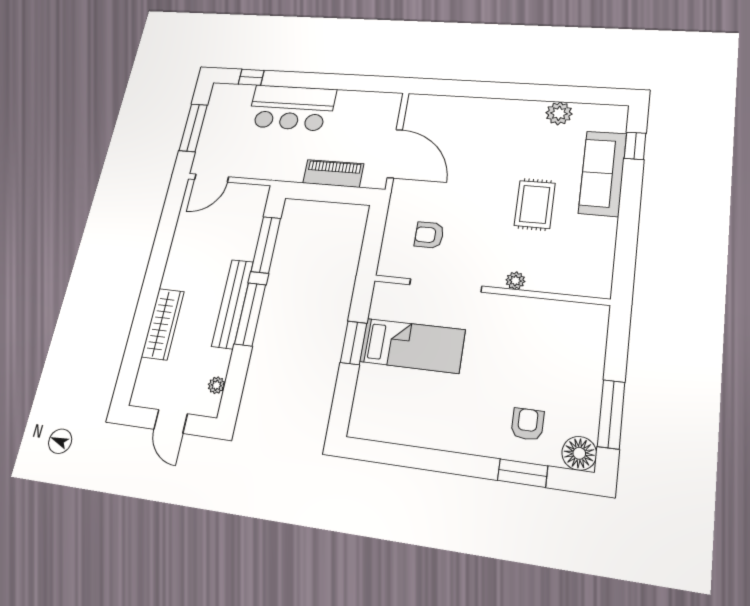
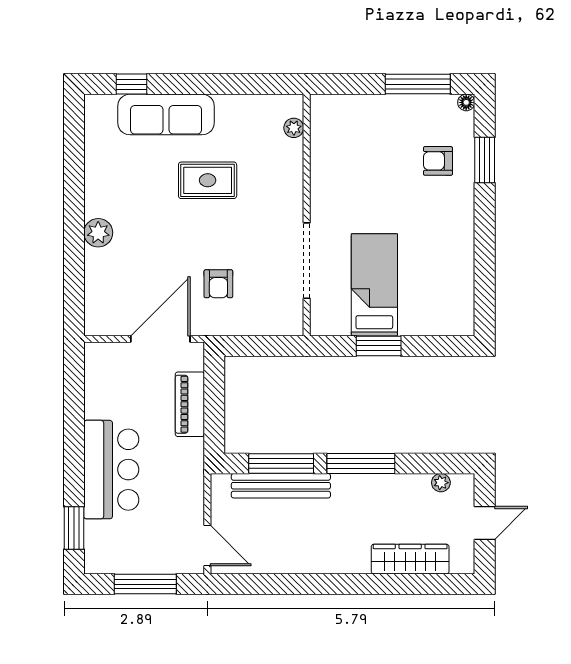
window: (251, 77) -> (74, 528), width x1.50
plant: (559, 113) -> (98, 233), moved
armchair: (429, 235) -> (218, 284), moved
plant: (515, 281) -> (294, 128), moved
bench: (233, 304) -> (281, 486), moved
wardrobe: (163, 324) -> (410, 559), moved
floor lamp: (579, 453) -> (466, 102), width x0.53, depth x0.53

